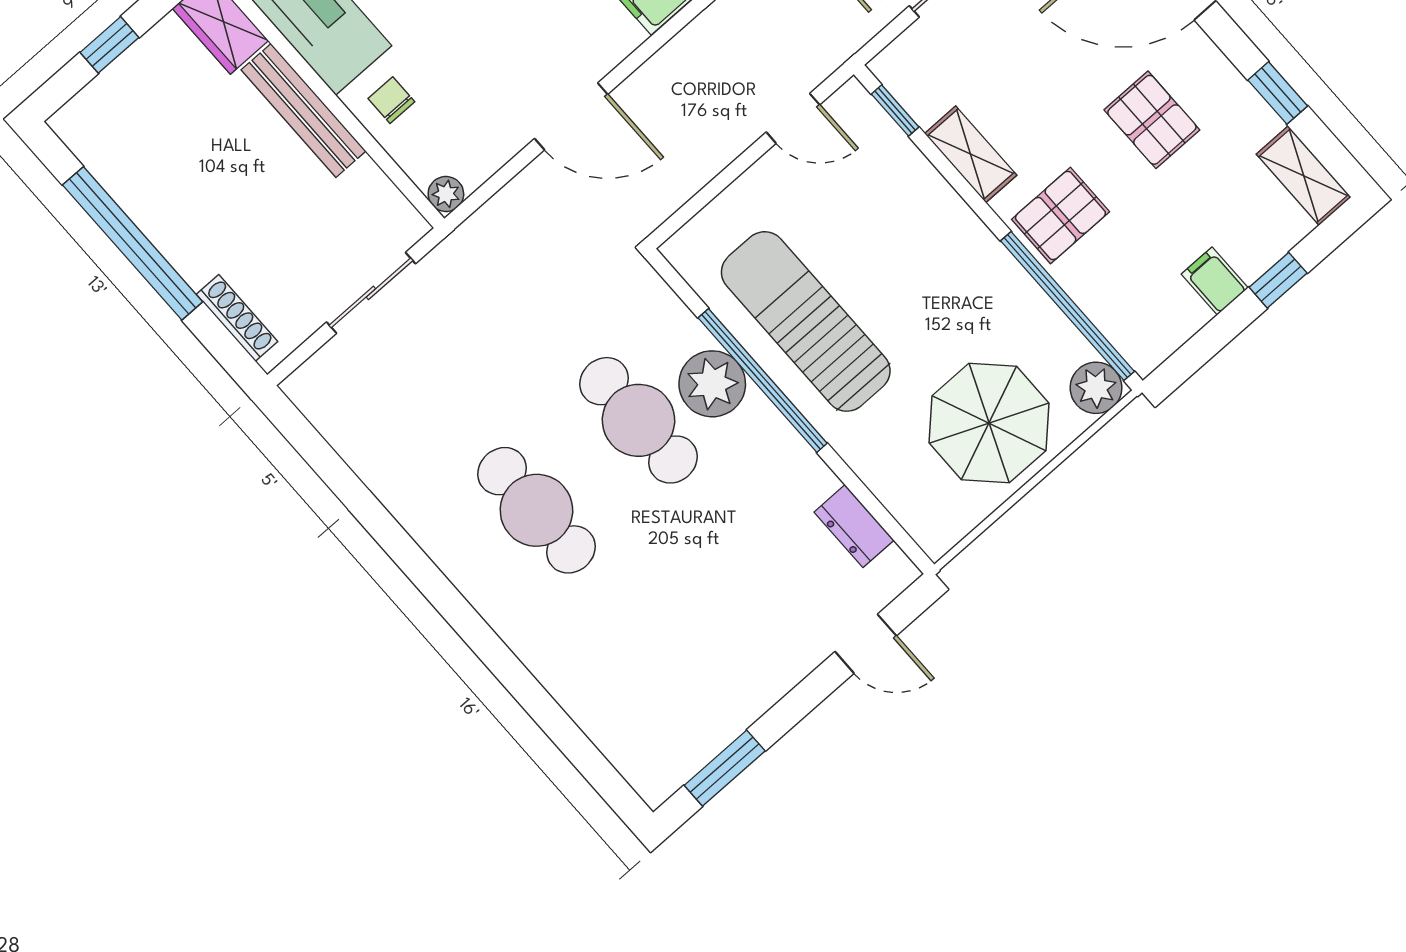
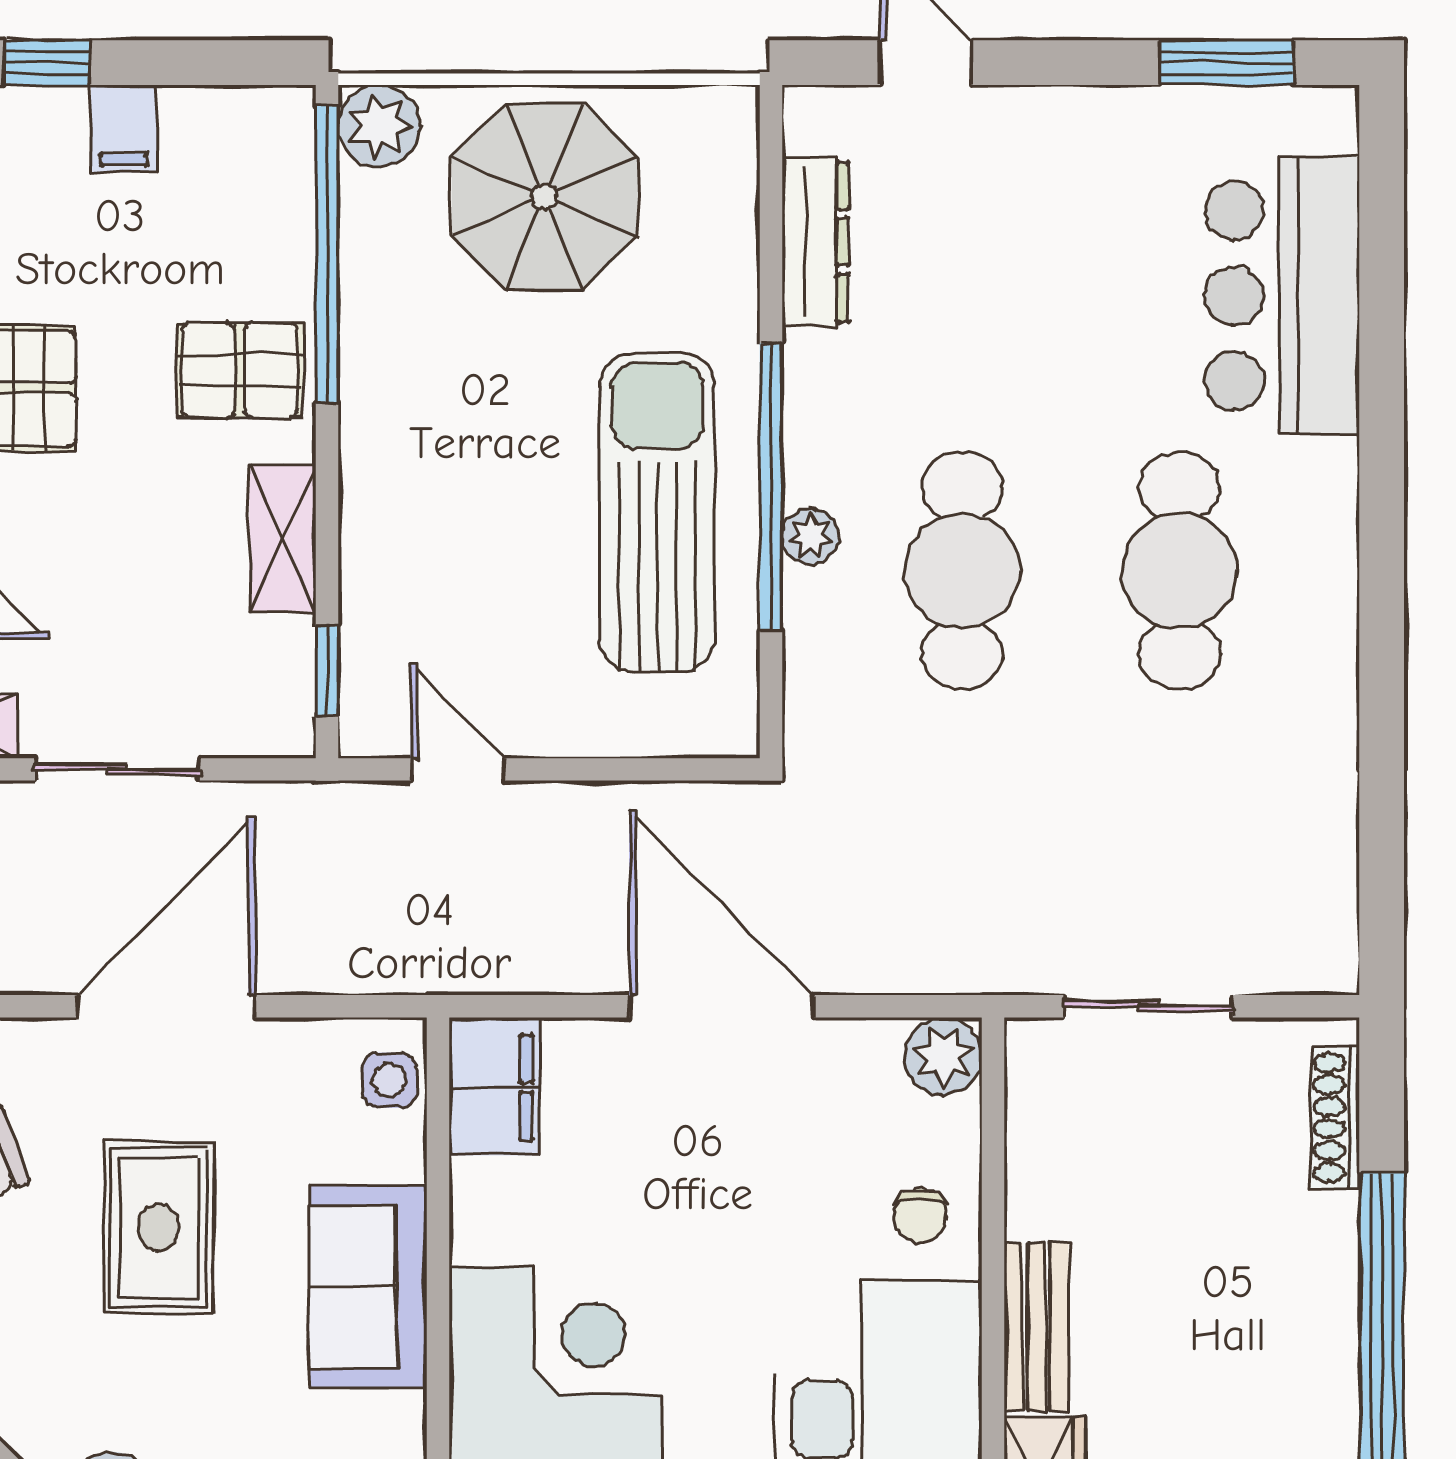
bench: (303, 110) -> (1036, 1327), width x0.73
door: (571, 116) -> (722, 1006), width x1.36
plant: (446, 194) -> (943, 1056), width x1.38, depth x1.38
sun lounger: (806, 321) -> (657, 512), turned 180
plant: (712, 384) -> (810, 536), width x0.53, depth x0.53
dresser: (854, 526) -> (815, 242), width x1.44
bar counter: (602, 682) -> (1282, 296), added

